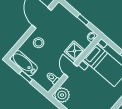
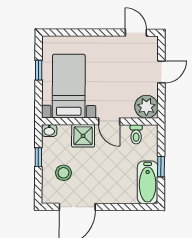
stool: (39, 43) -> (64, 173), moved
door: (71, 70) -> (109, 121), hinge flipped

